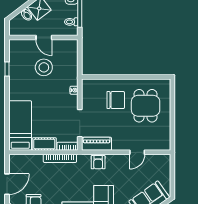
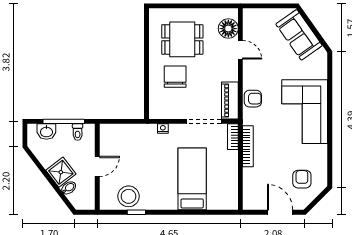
stool: (44, 67) -> (129, 196), moved
bed: (20, 126) -> (192, 179), moved, turned 90
floor lamp: (154, 143) -> (228, 29), added
cot: (44, 144) -> (230, 166), removed

